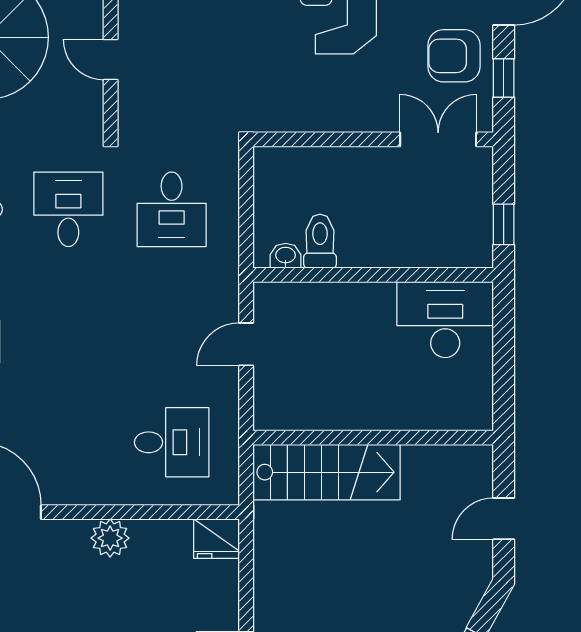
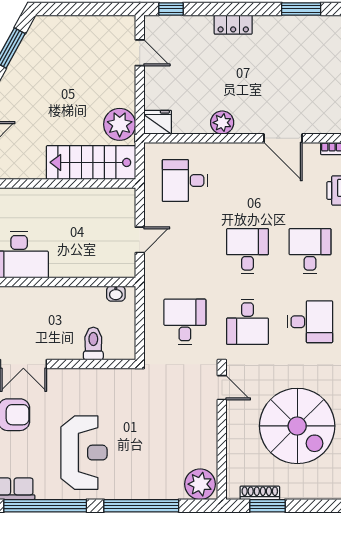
door: (111, 59) -> (222, 388), moved
toilet: (320, 241) -> (93, 344), moved, turned 180
desk: (68, 326) -> (247, 251), added
plant: (279, 535) -> (120, 124), added

